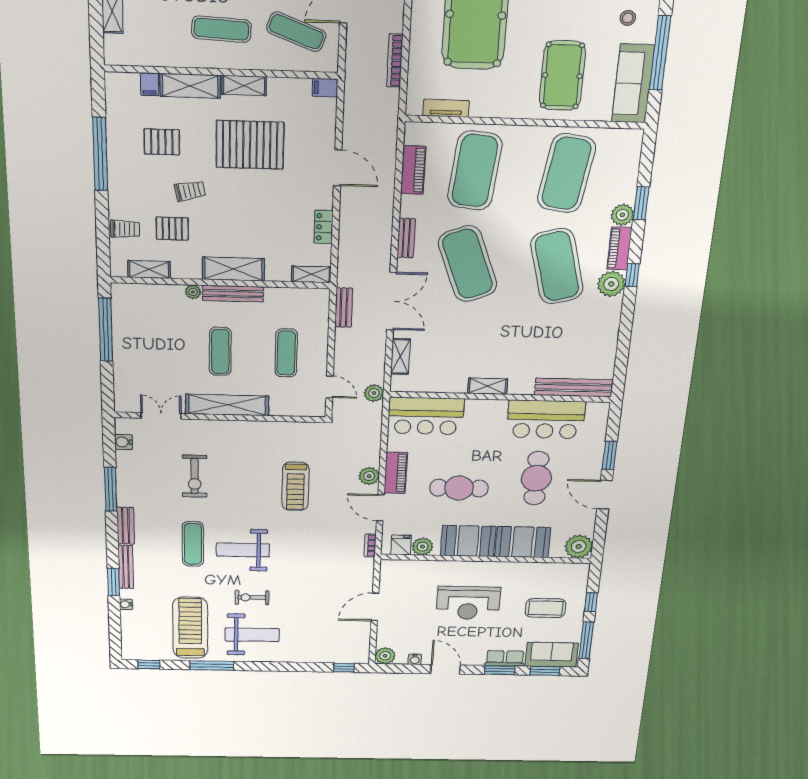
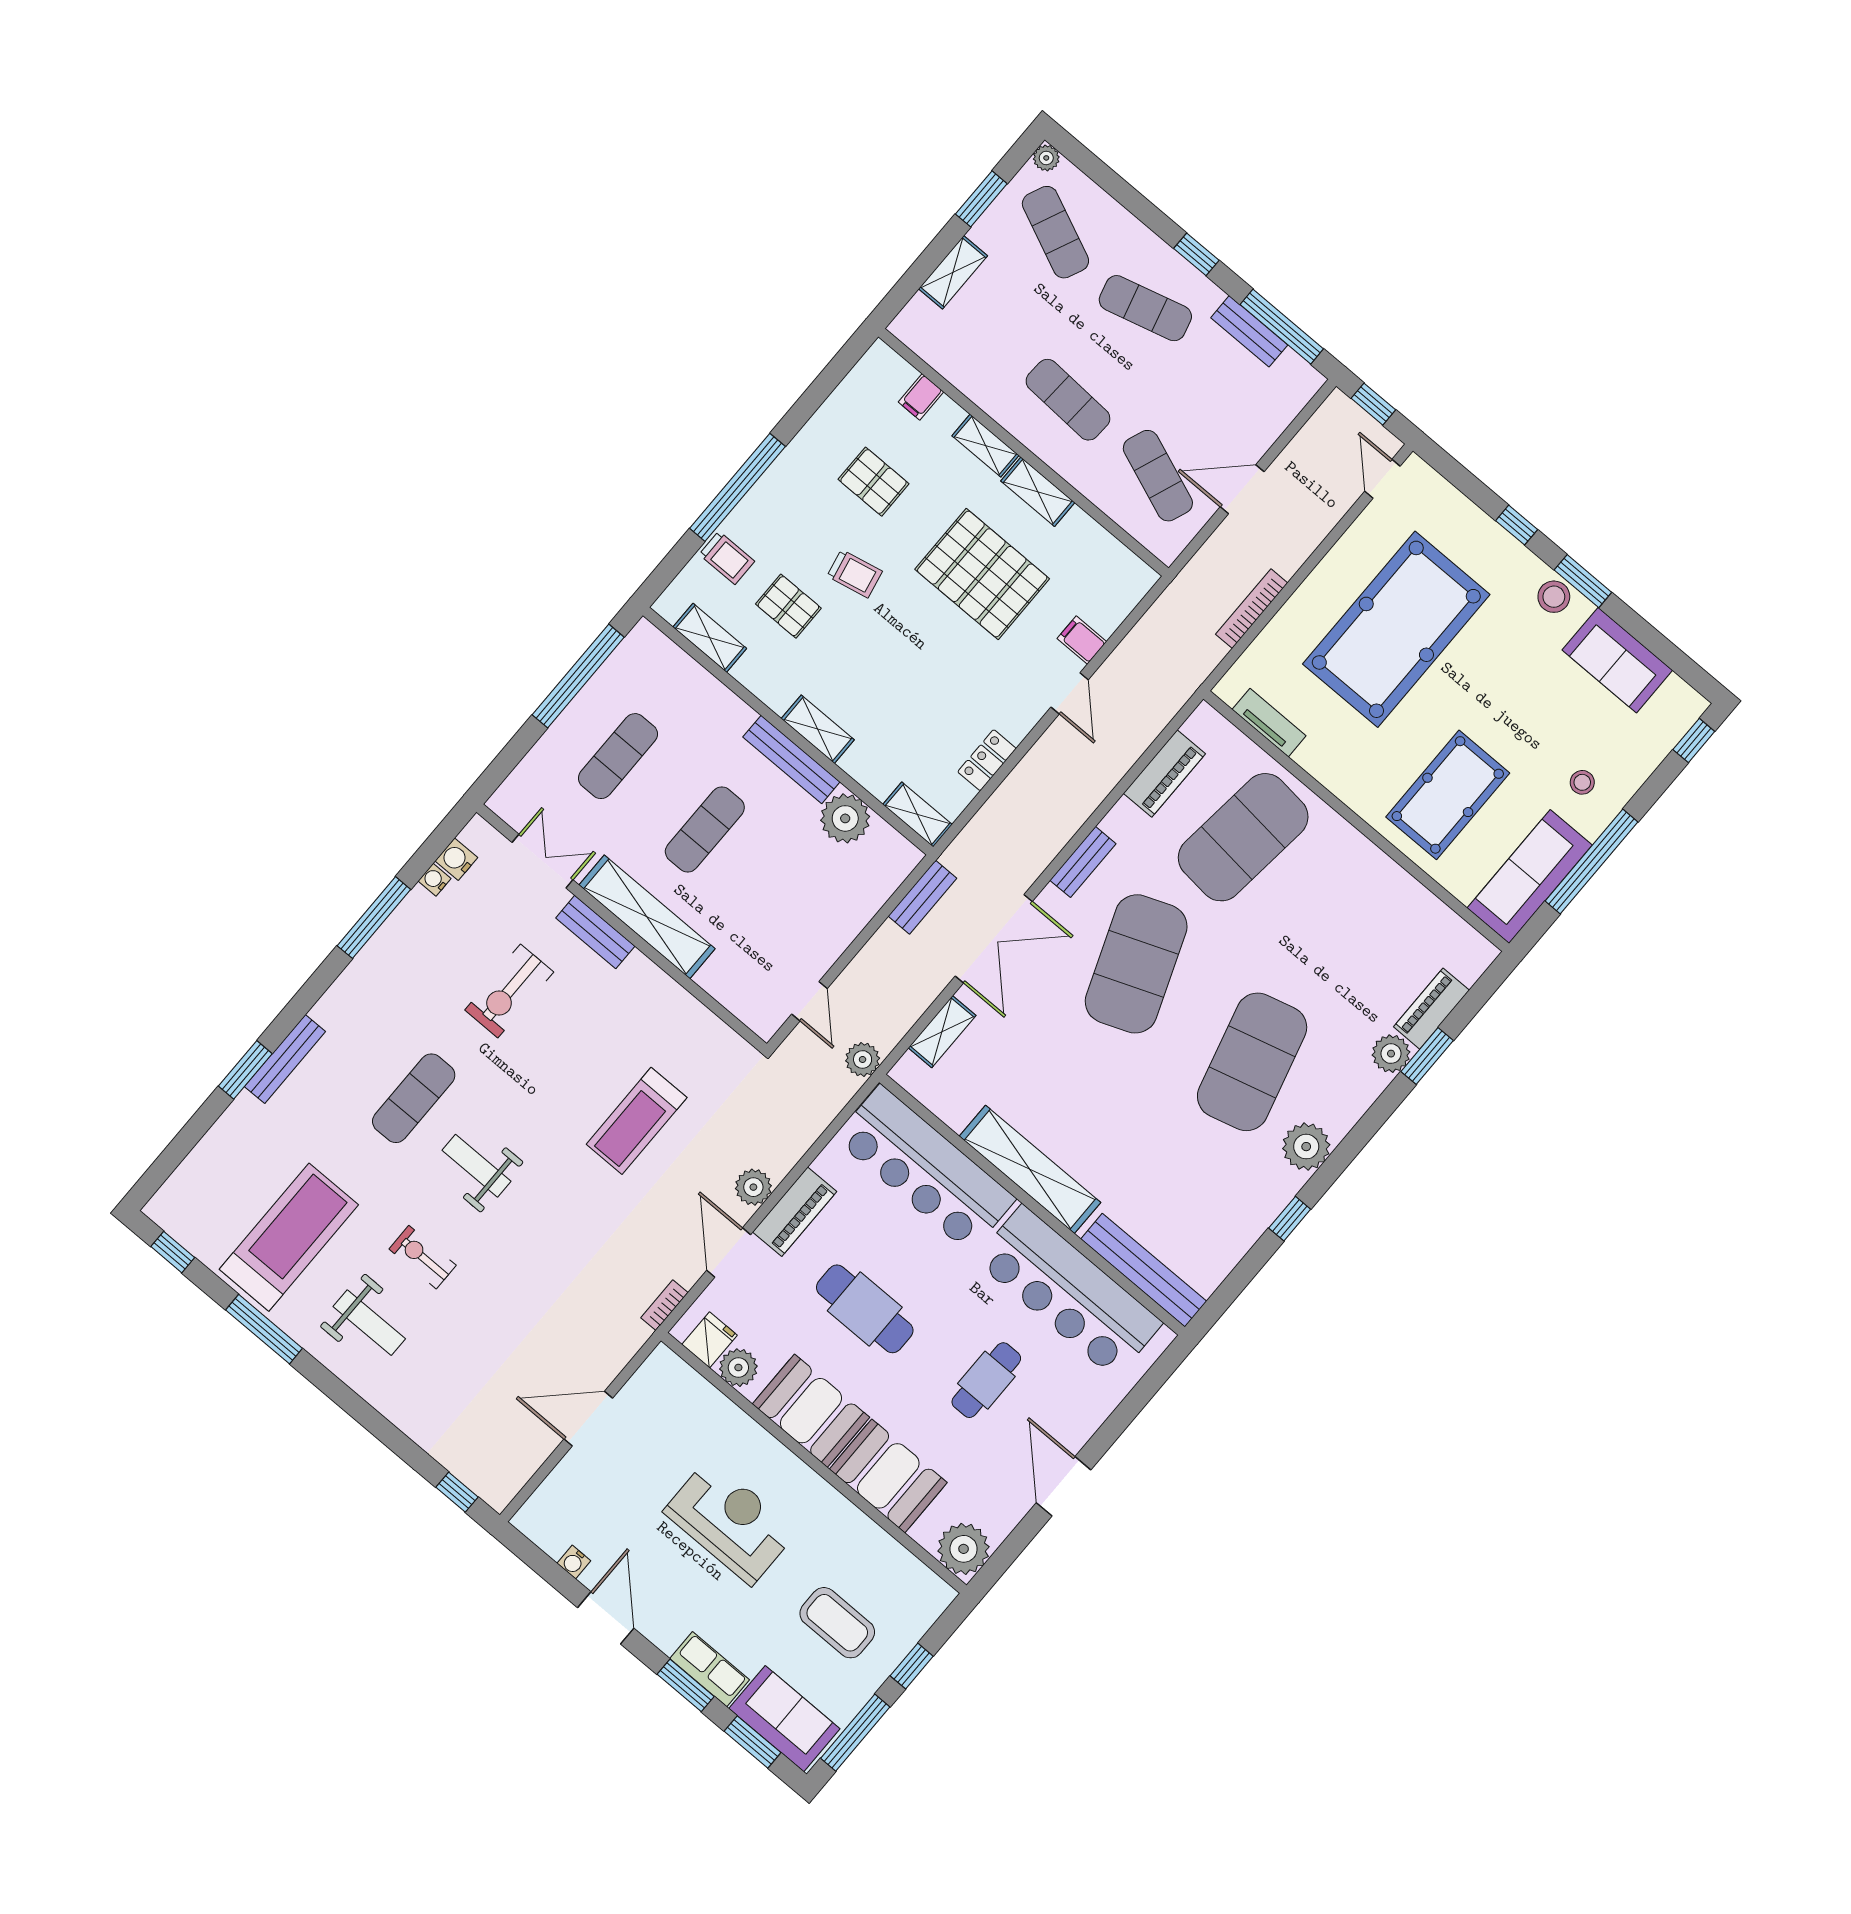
shelving: (190, 86) -> (985, 446), width x0.67, depth x0.75
filing cabinet: (325, 88) -> (1082, 640), moved
window: (100, 154) -> (737, 487), moved
door: (338, 168) -> (1070, 693), width x0.73
exercise mat: (566, 173) -> (1359, 935), removed
piano: (619, 248) -> (1431, 1009), moved
shelving: (233, 269) -> (818, 729), width x0.67, depth x0.75
window: (632, 275) -> (1290, 1219), moved
plant: (193, 292) -> (845, 818), moved, width x1.88, depth x1.88
exercise mat: (286, 353) -> (618, 756), moved
shelving: (488, 386) -> (1030, 1169), width x2.20, depth x1.33
bar counter: (426, 416) -> (925, 1169), width x1.36
bar counter: (546, 419) -> (1069, 1292), width x1.36
window: (609, 455) -> (1116, 1424), removed
cafe table: (536, 478) -> (986, 1380), width x0.73, depth x0.74
bench: (126, 526) -> (595, 932), moved, turned 90
weight bench: (243, 550) -> (476, 1166), width x0.73, depth x0.75
reception desk: (468, 603) -> (730, 1522), turned 180
water cooler: (126, 604) -> (435, 880), moved
weight bench: (252, 635) -> (369, 1323), width x0.73, depth x0.75
plant: (385, 656) -> (535, 1520), removed

